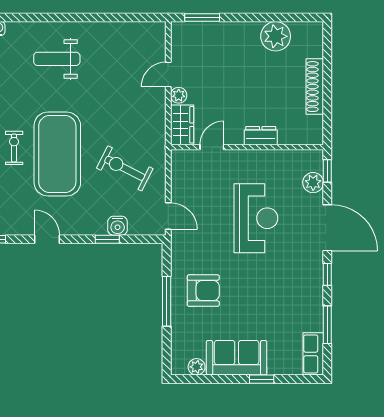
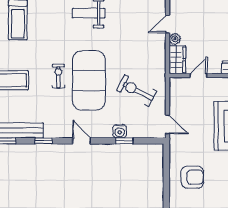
water cooler: (118, 226) -> (120, 131), moved
window: (167, 301) -> (166, 185), removed

